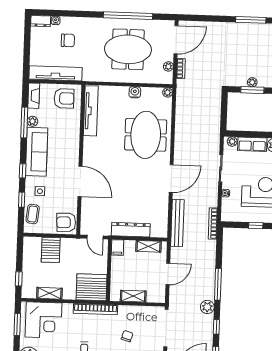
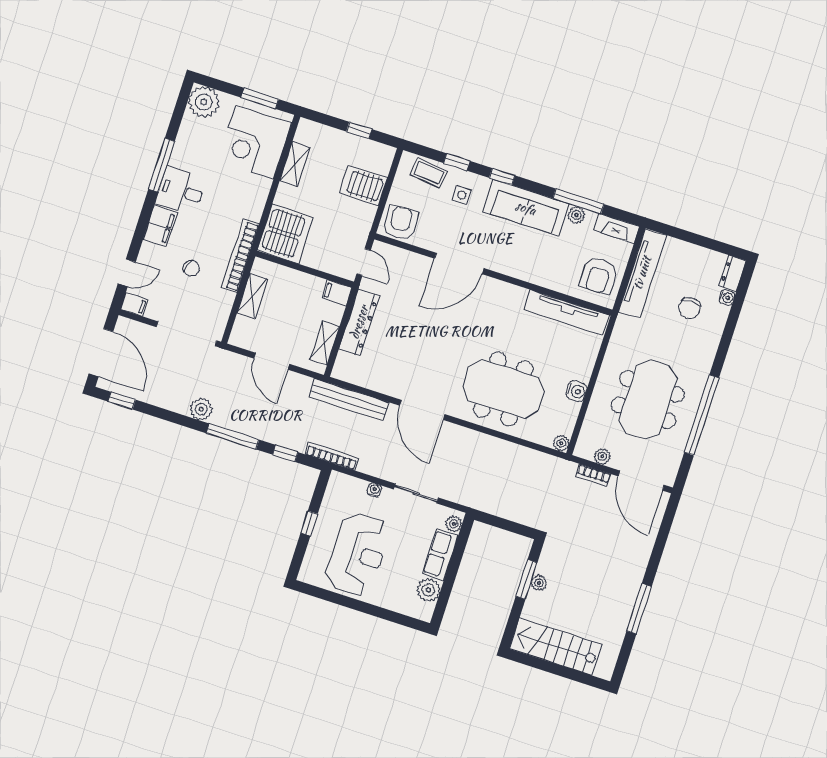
door: (95, 237) -> (364, 262), swing flipped
window: (19, 279) -> (359, 130), moved
bookcase: (95, 309) -> (240, 256), moved
window: (216, 327) -> (285, 453), moved

